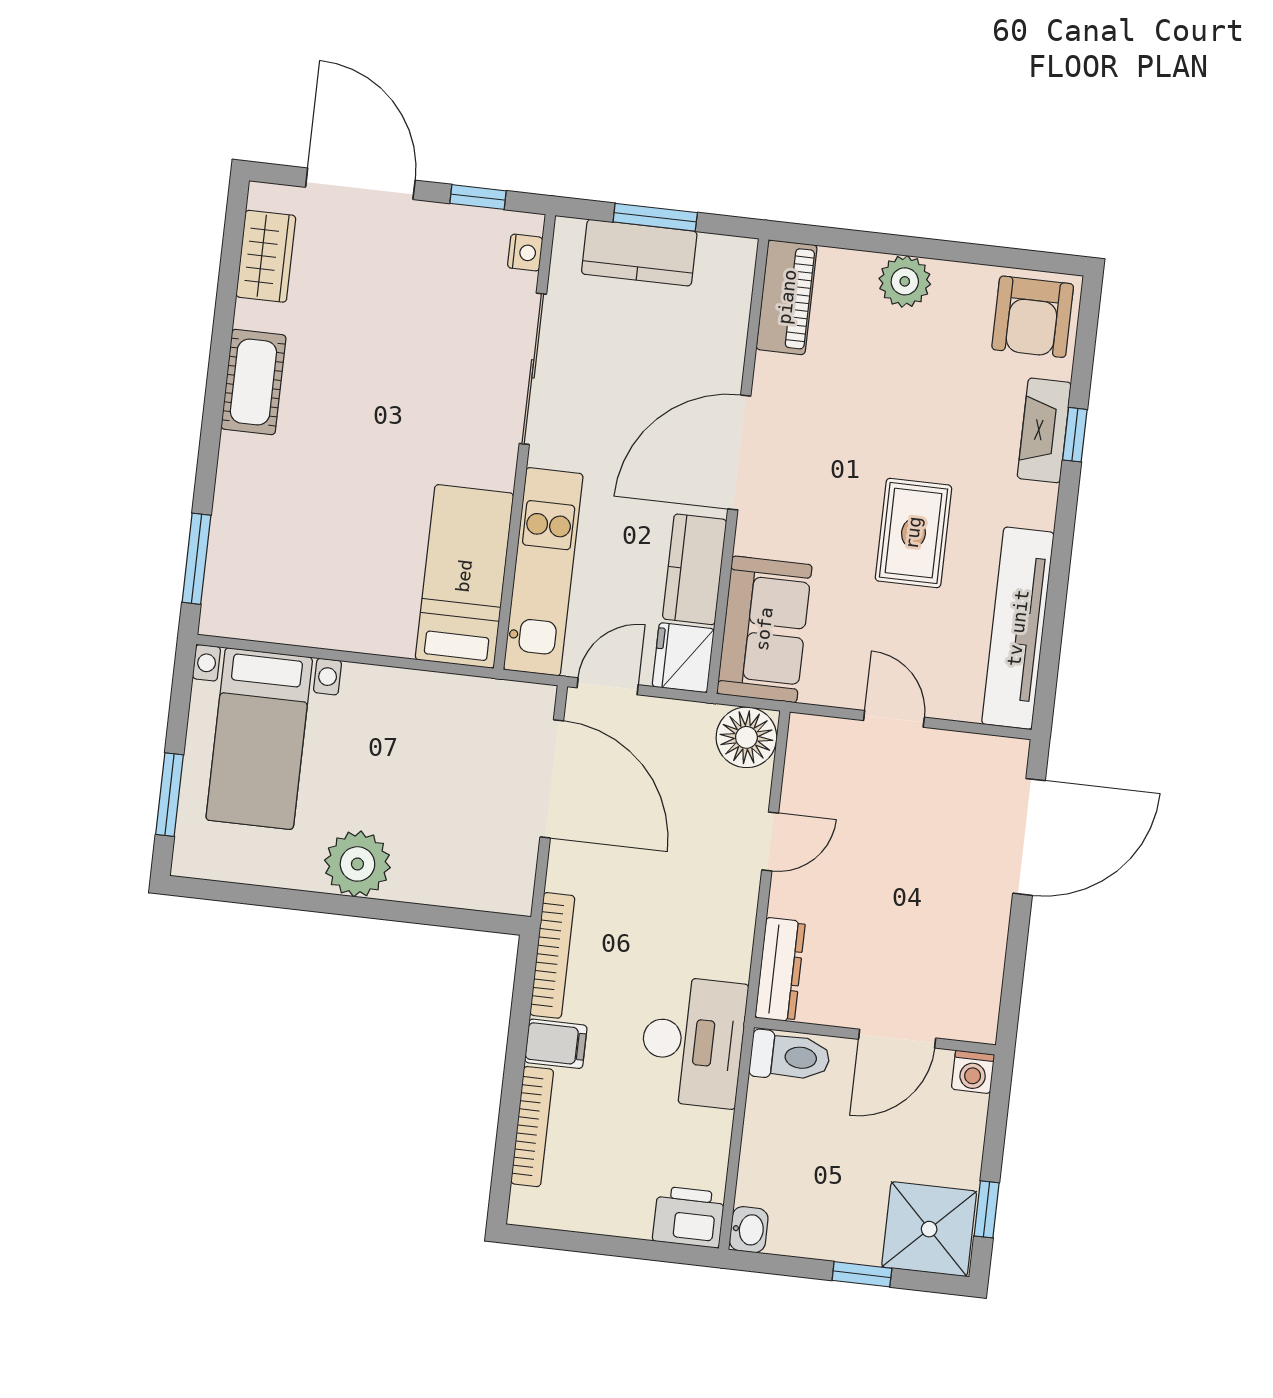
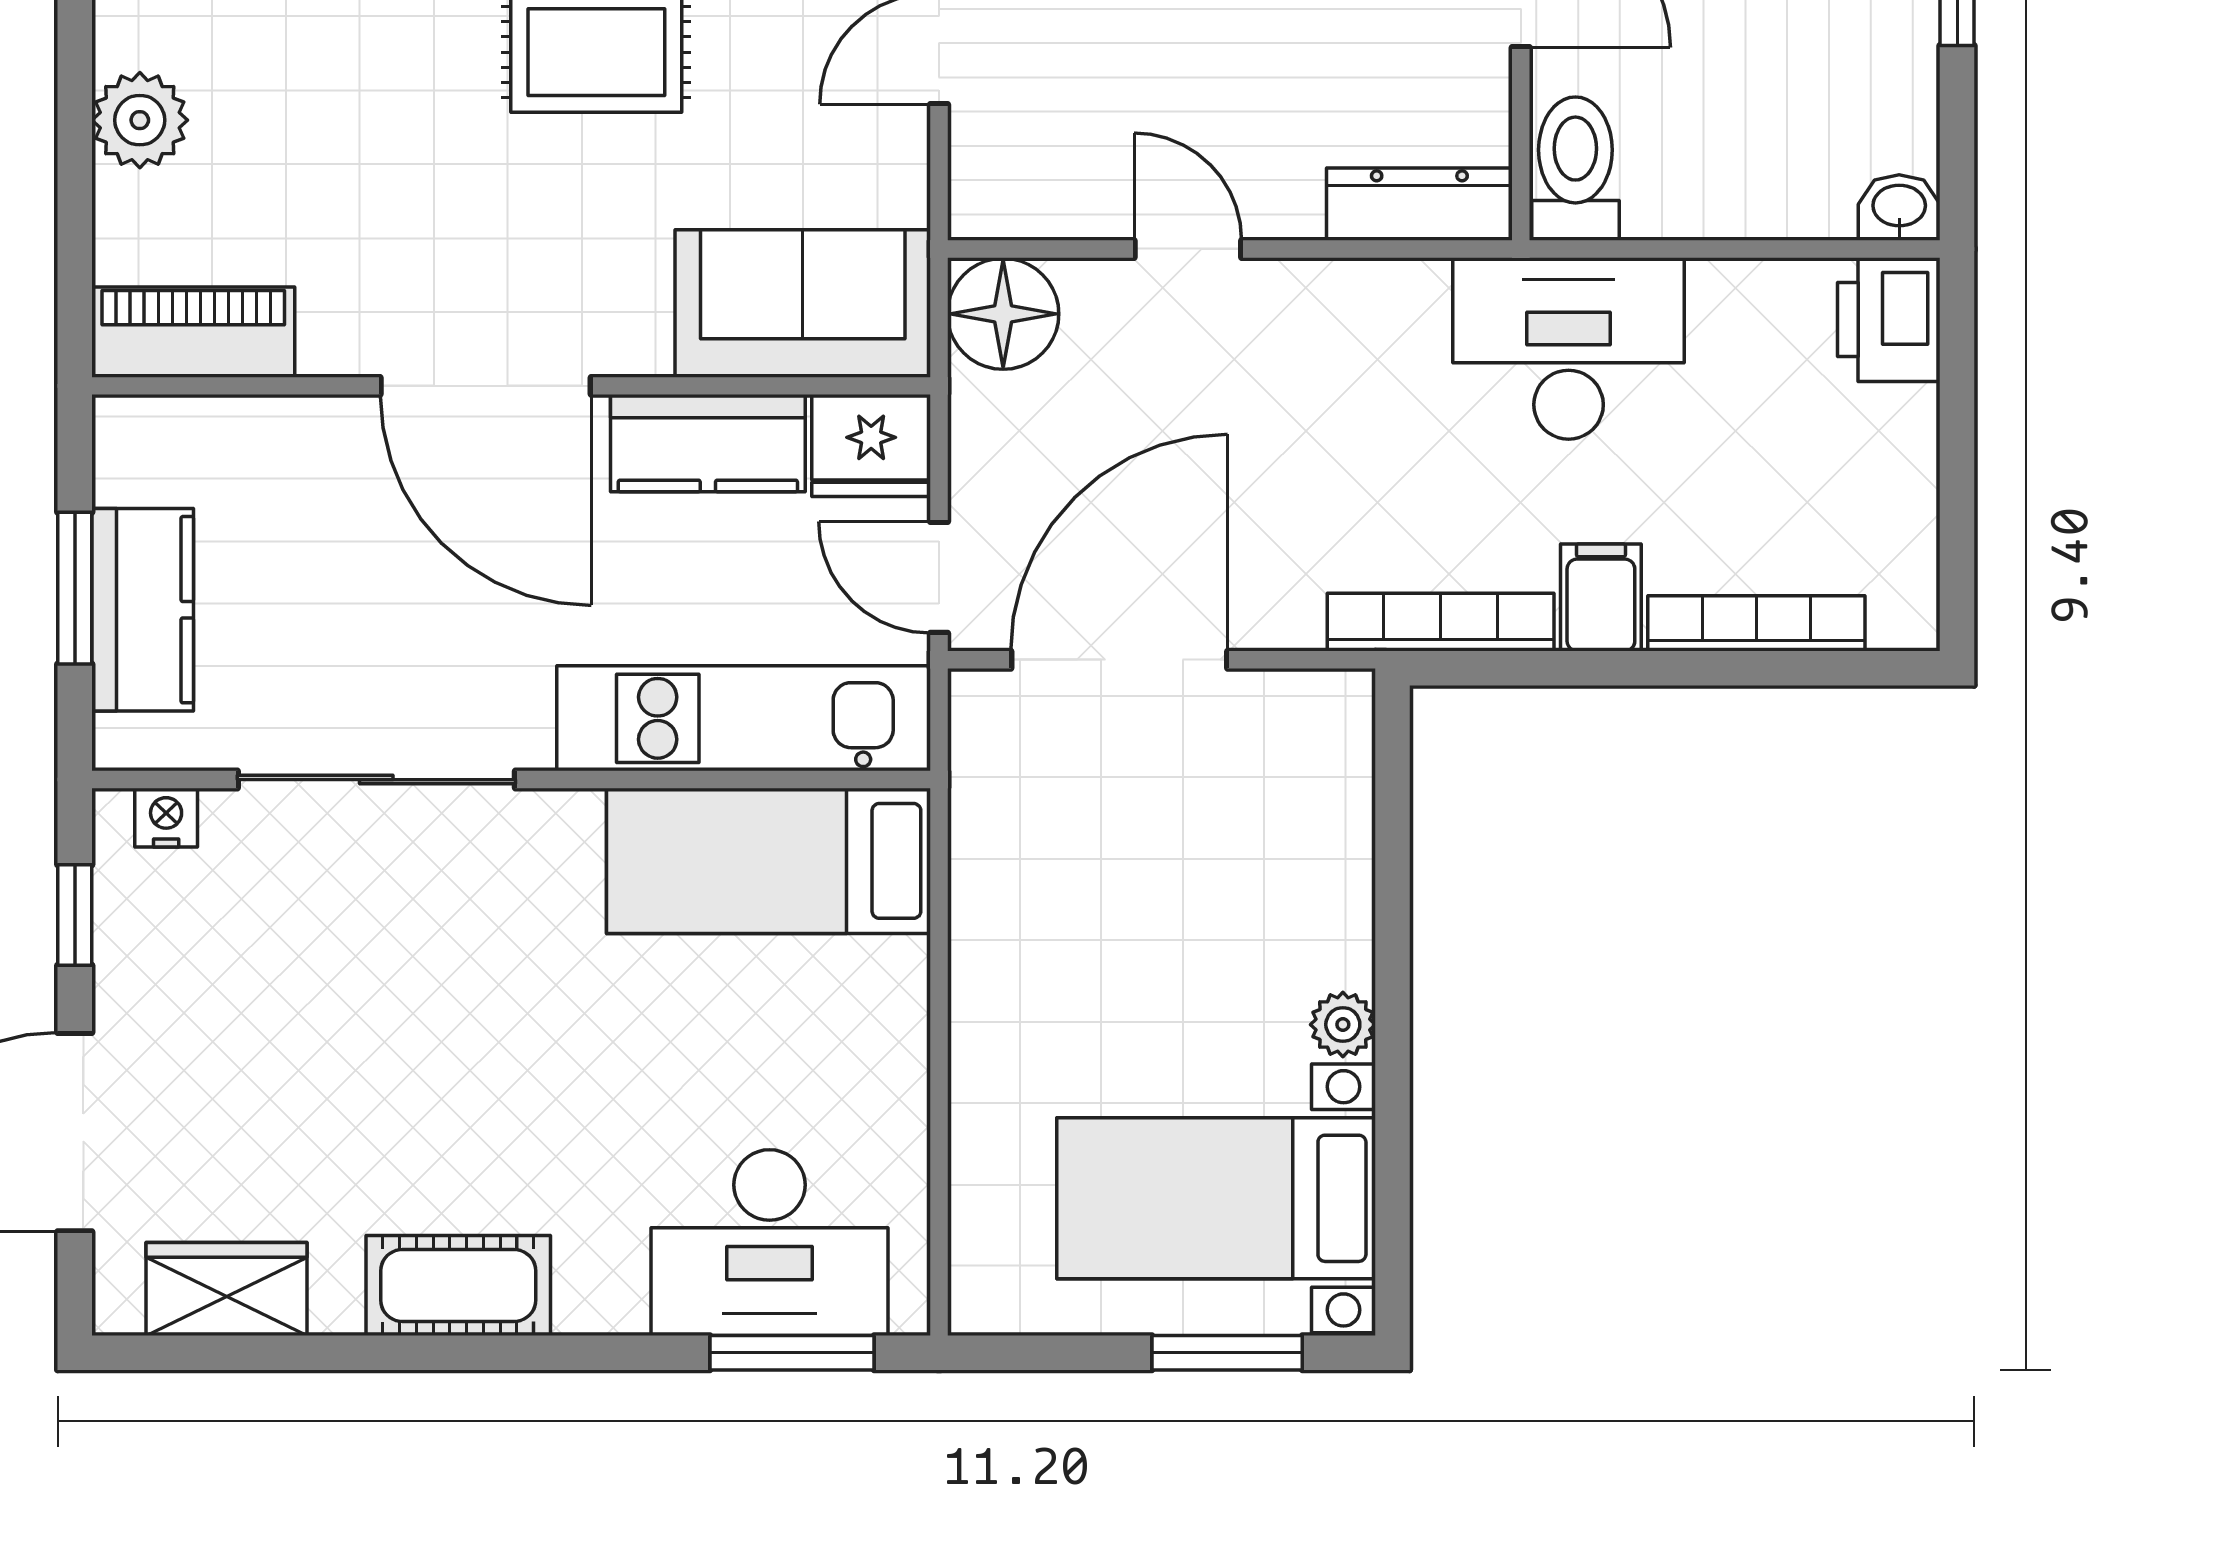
desk: (258, 553) -> (769, 1243), added
bed with nightstands: (259, 739) -> (1216, 1198), moved, turned 180
plant: (357, 864) -> (1343, 1025), width x0.53, depth x0.53

